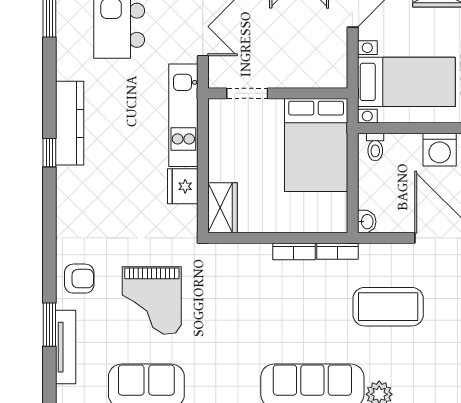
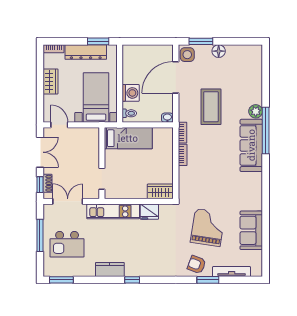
kitchen counter: (70, 123) -> (110, 270), width x0.67
bed: (316, 145) -> (128, 138), width x0.67
washing machine: (440, 150) -> (131, 93), moved
armchair: (79, 279) -> (197, 265), turned -69
grand piano: (152, 300) -> (208, 228), turned -81
window: (49, 325) -> (208, 280), moved

